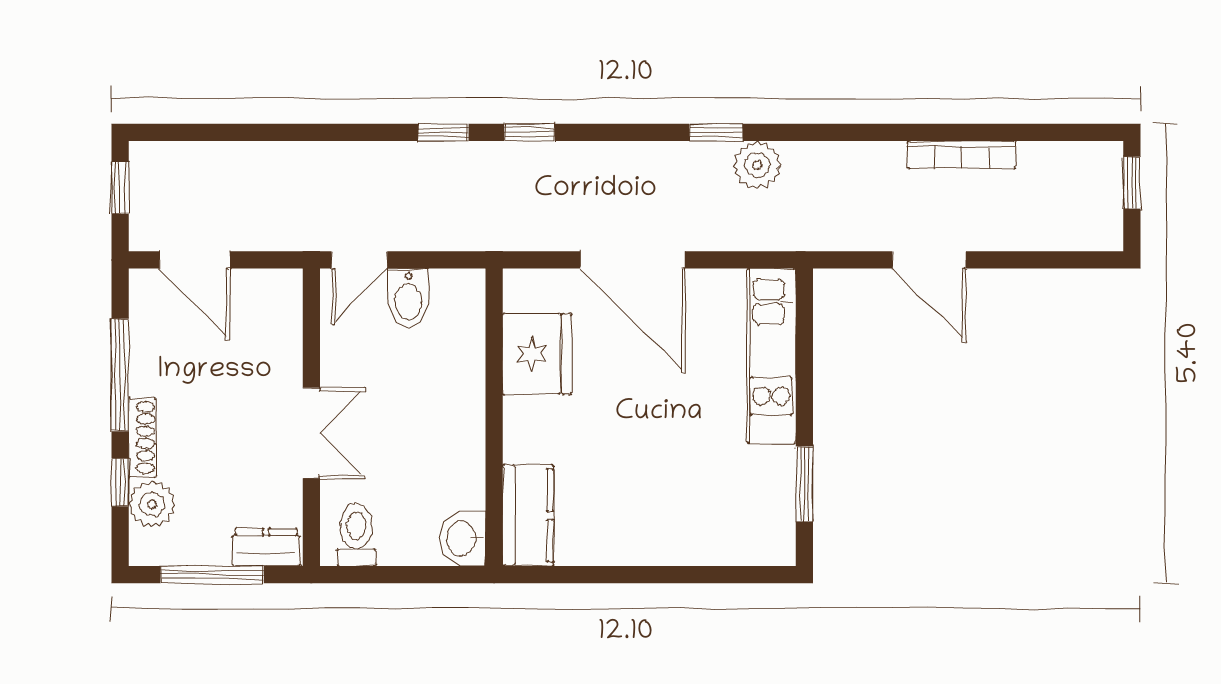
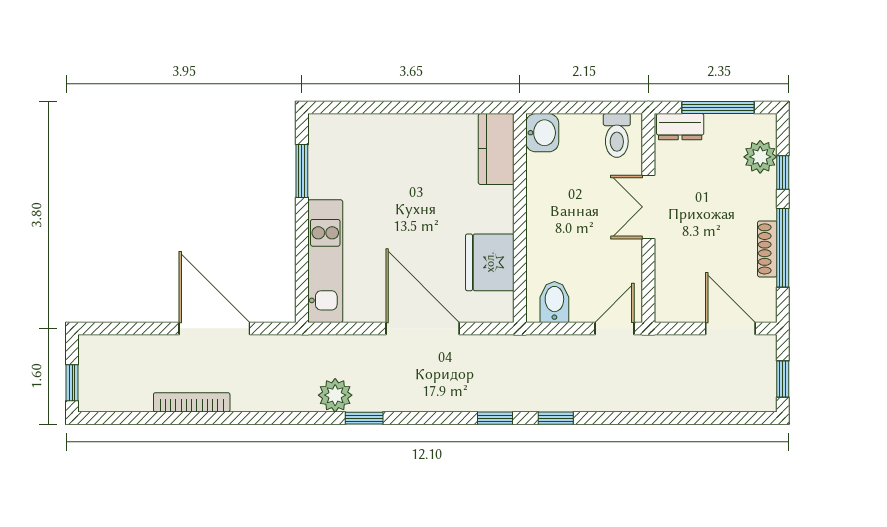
door: (929, 260) -> (214, 328), width x1.36
bidet: (408, 298) -> (554, 302), moved
shoe rack: (142, 437) -> (767, 249), moved

